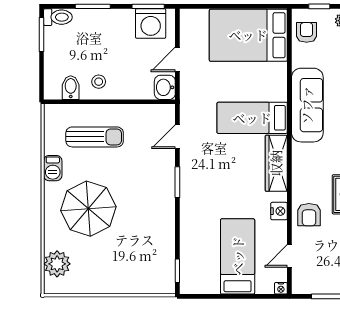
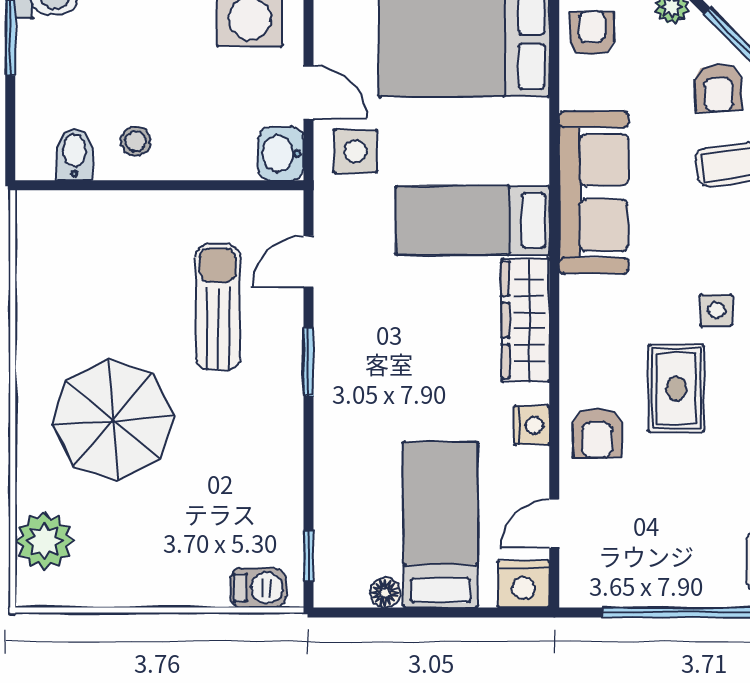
door: (177, 59) -> (309, 92), swing flipped
side table: (199, 86) -> (356, 151), added
sun lounger: (95, 137) -> (218, 307), moved, turned -90
barbecue: (53, 168) -> (258, 588), moved, turned -90
floor lamp: (212, 287) -> (385, 593), added
nightstand: (281, 288) -> (523, 584), width x1.89, depth x1.79

